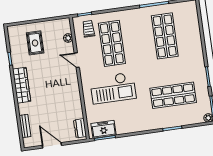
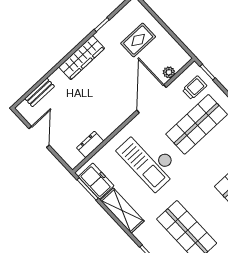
door: (77, 60) -> (151, 99), width x1.87
shelving: (133, 126) -> (122, 211), added
dresser: (80, 128) -> (90, 144), moved

